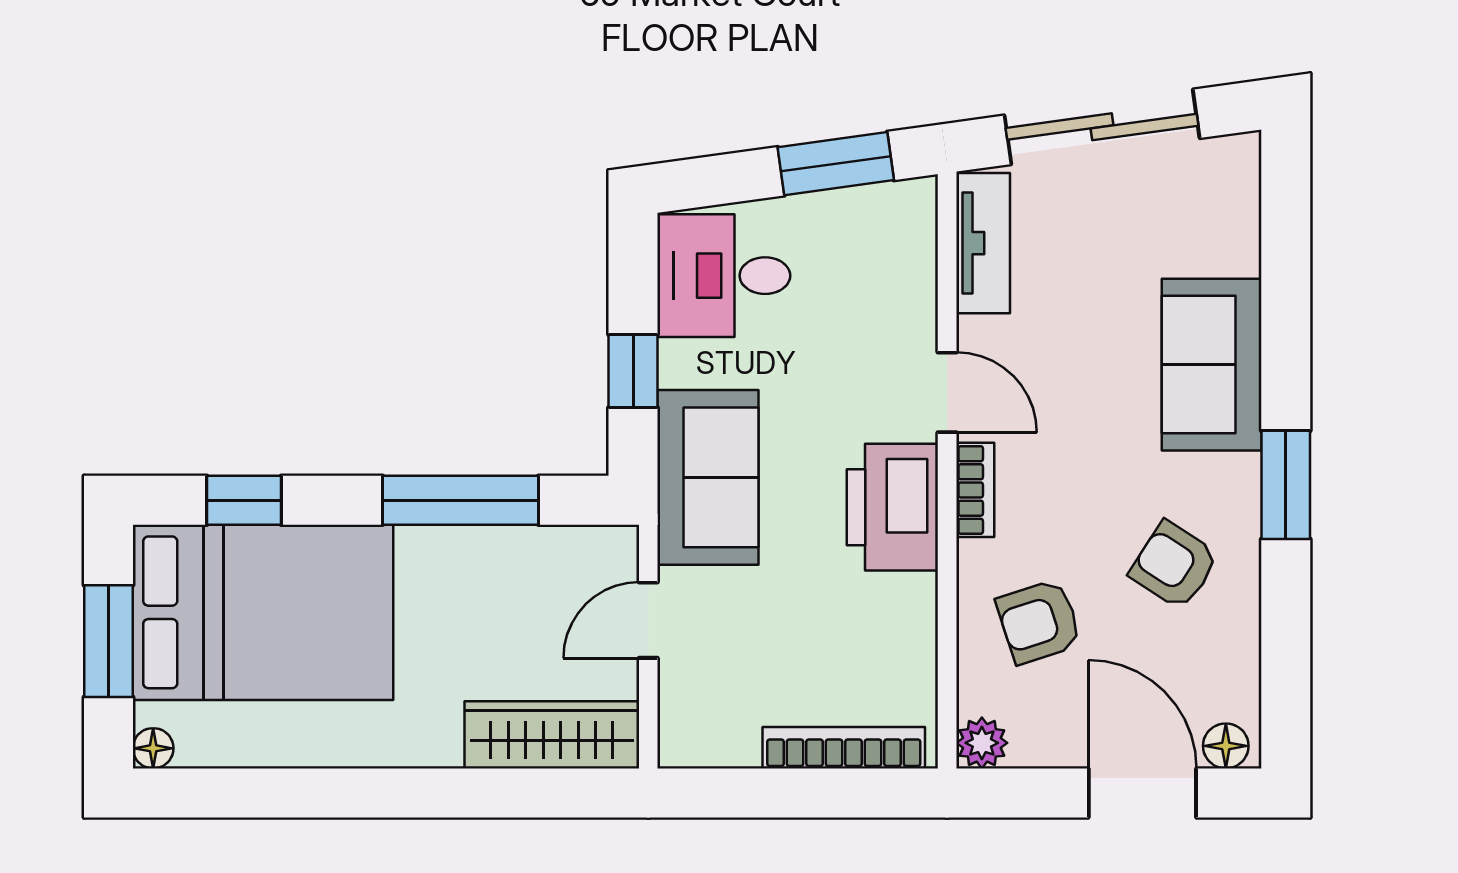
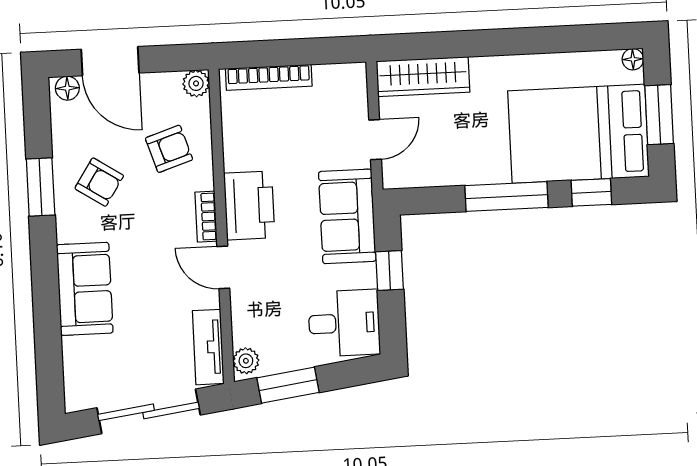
plant: (913, 214) -> (246, 361), added
window: (1286, 485) -> (41, 187), moved
window: (461, 500) -> (506, 197), moved

